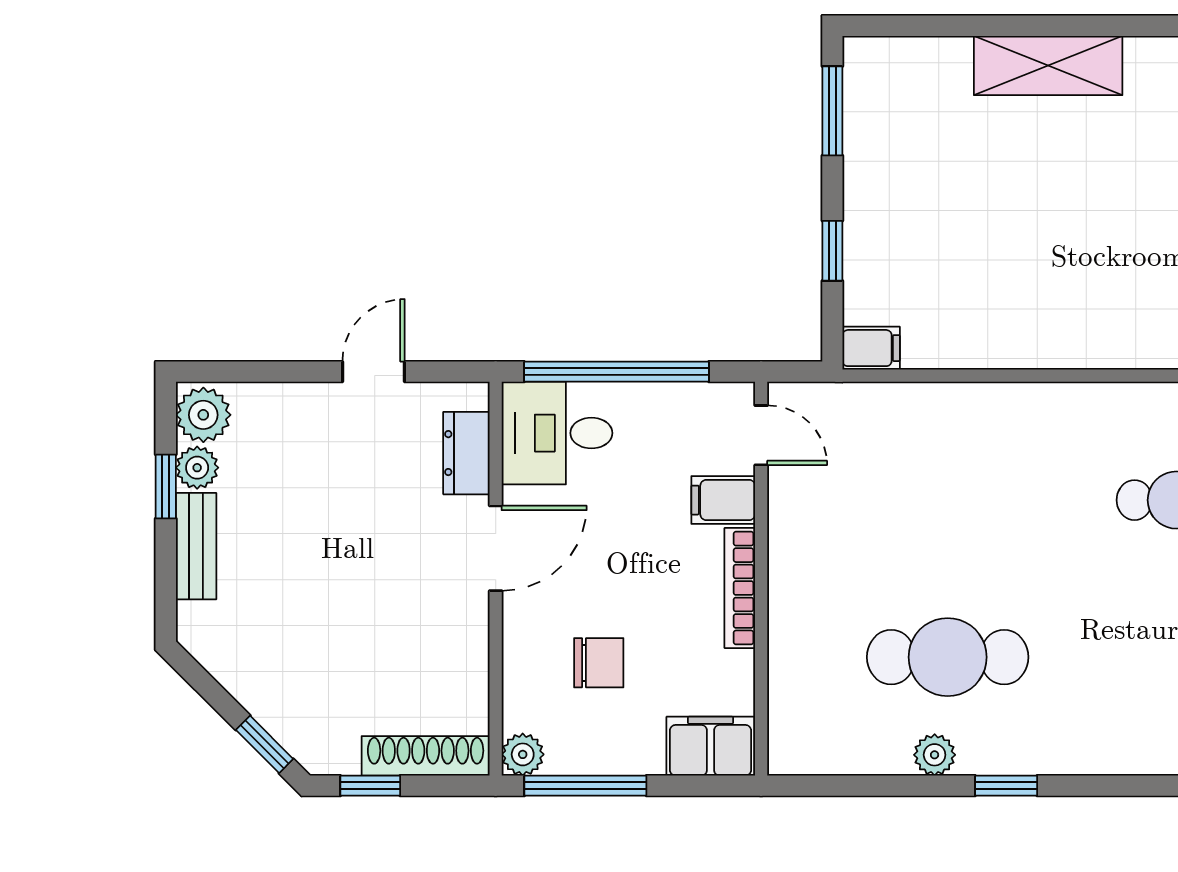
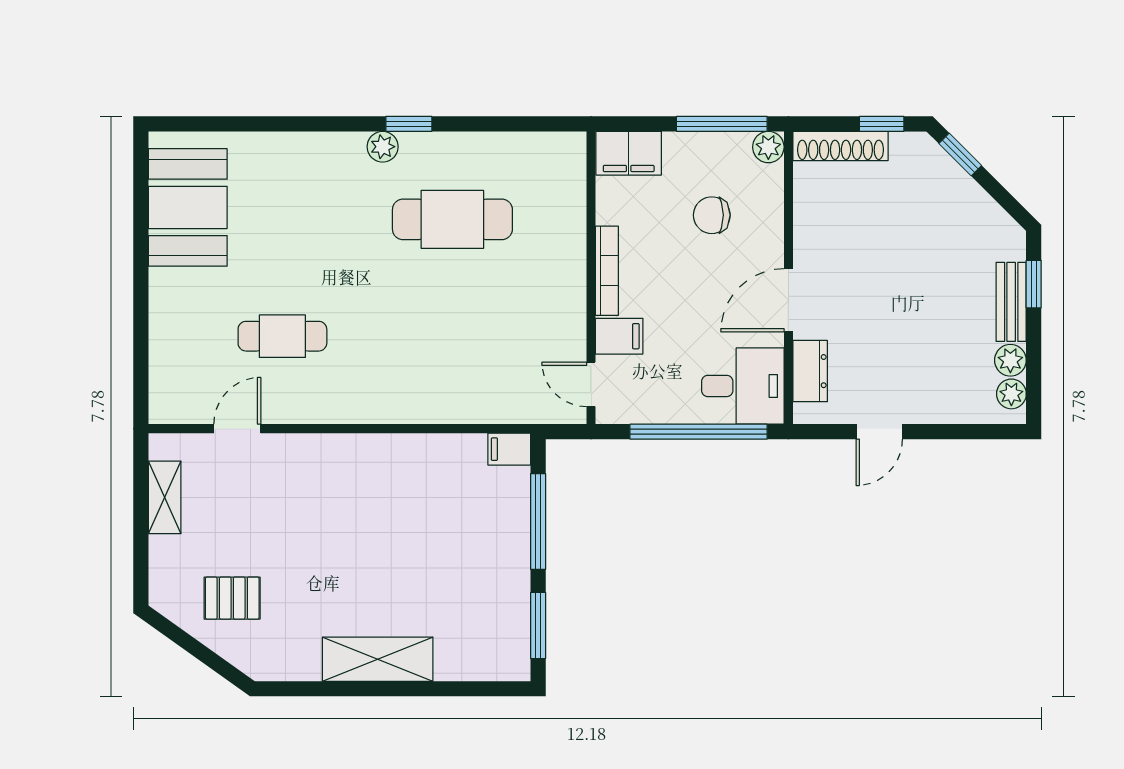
window: (832, 251) -> (538, 521), width x2.17
plant: (203, 415) -> (1011, 394), width x0.73, depth x0.73
window: (166, 487) -> (1034, 284), moved
plant: (935, 755) -> (383, 147), moved

